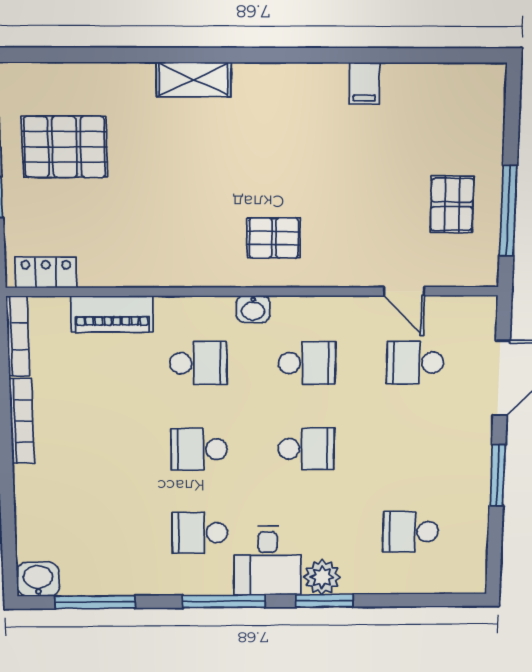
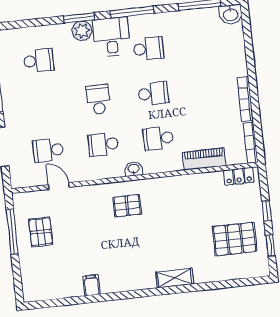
school desk: (415, 363) -> (48, 150), turned 180
school desk: (306, 449) -> (98, 99), turned 90

